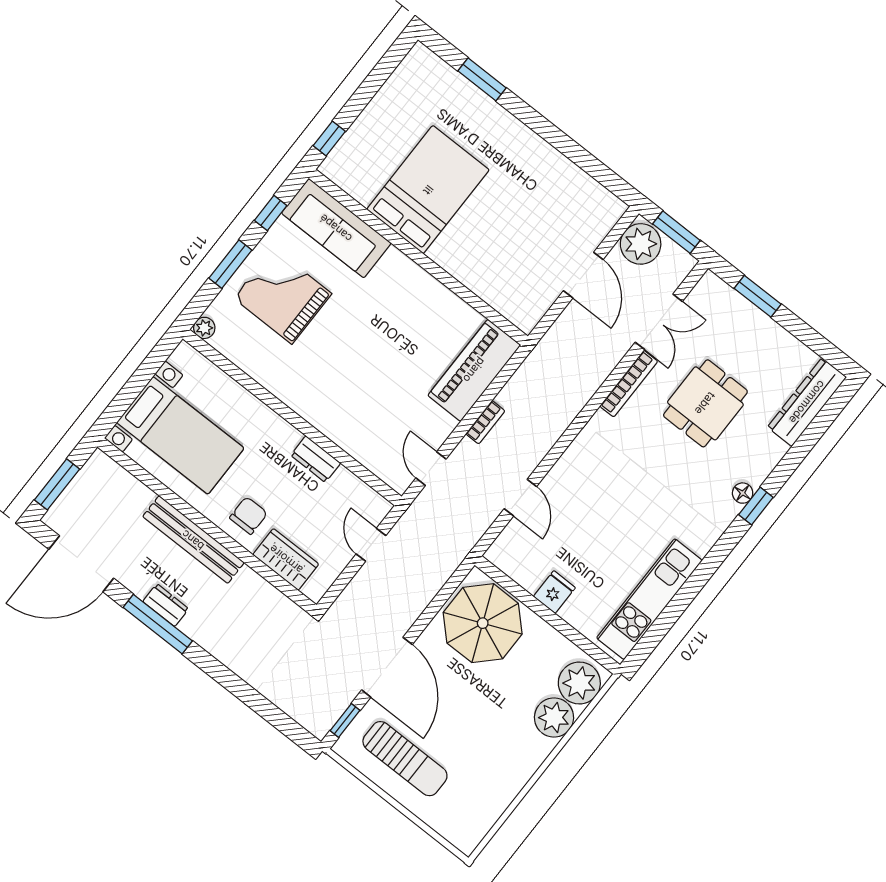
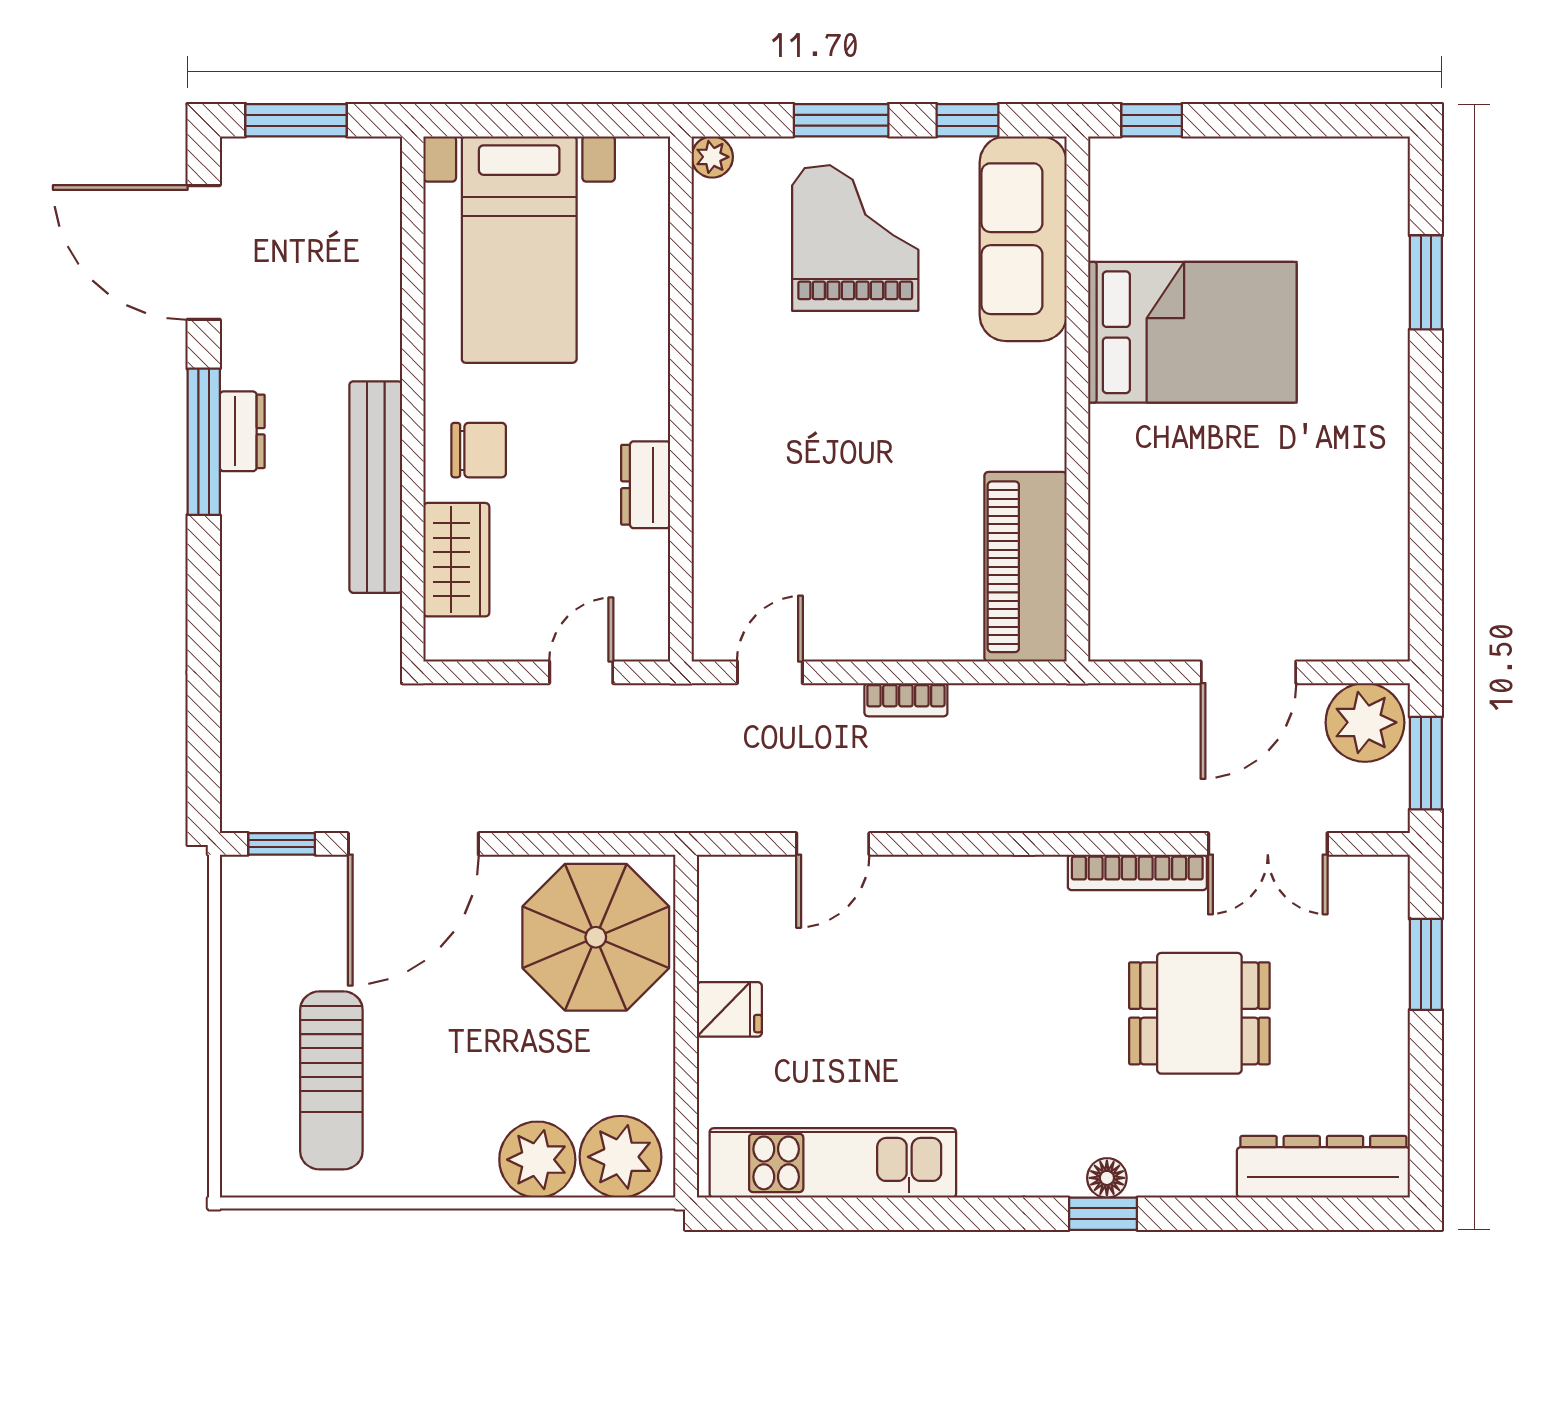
piano: (474, 370) -> (1026, 567), moved, turned -90
bench: (193, 540) -> (376, 487), moved
sun lounger: (405, 759) -> (331, 1080), moved

